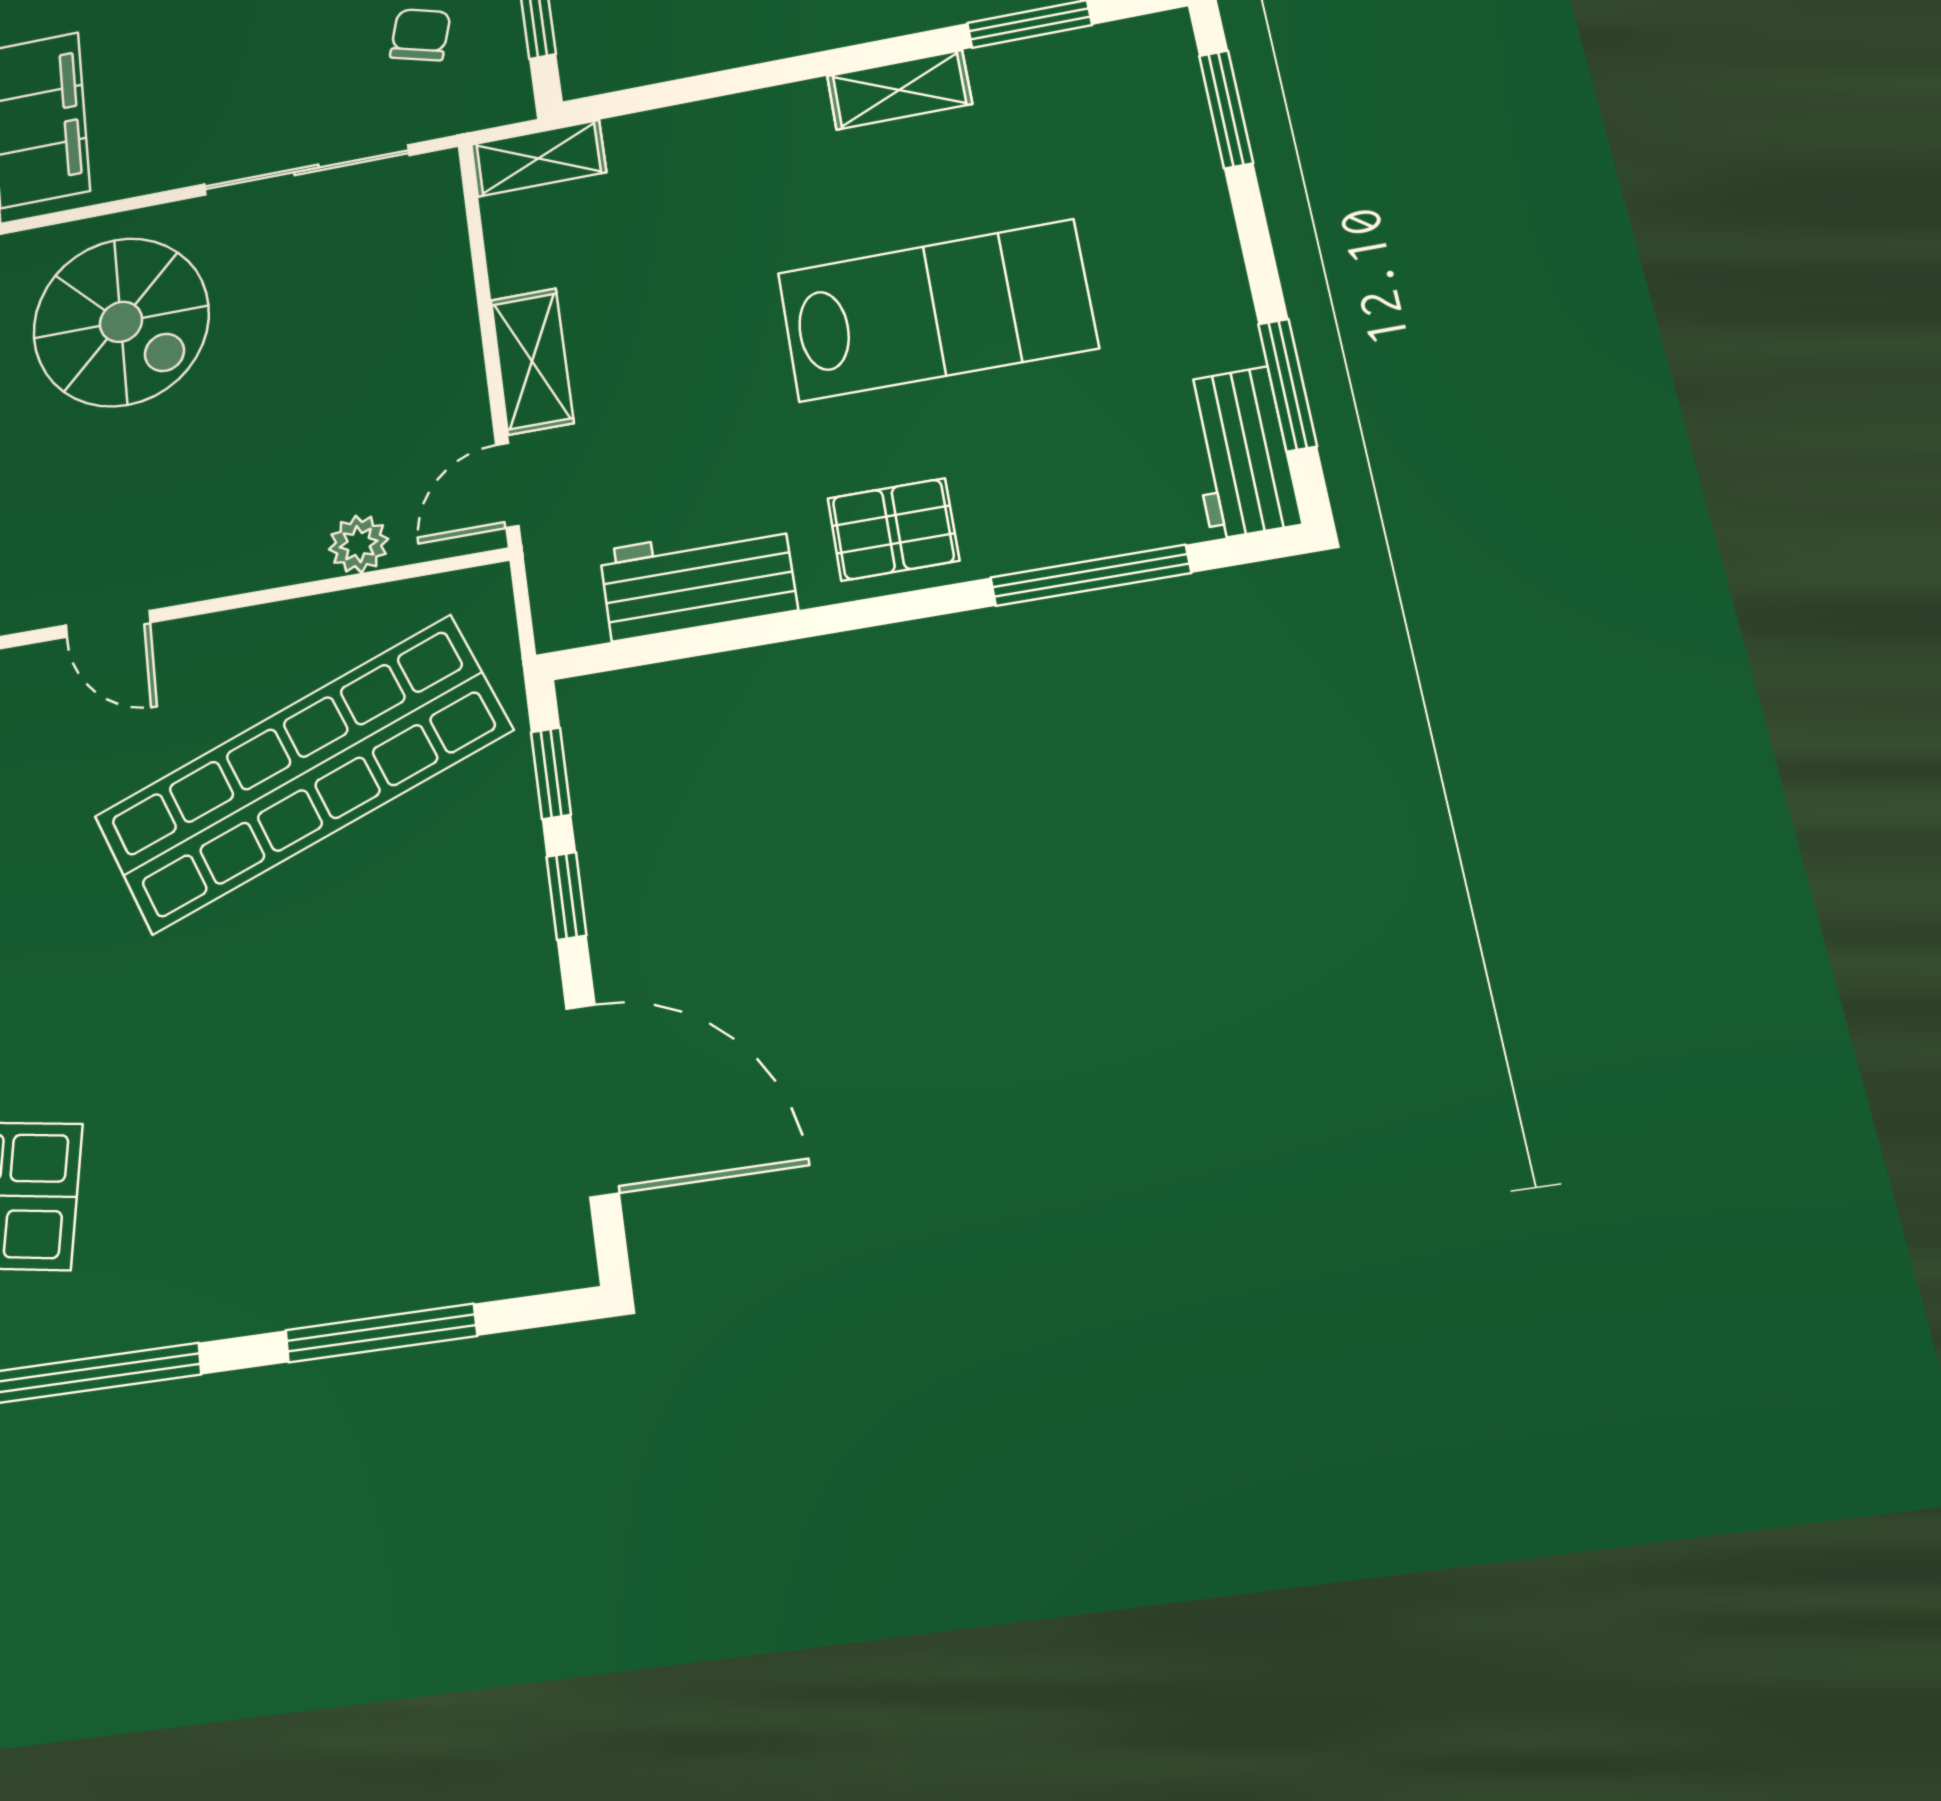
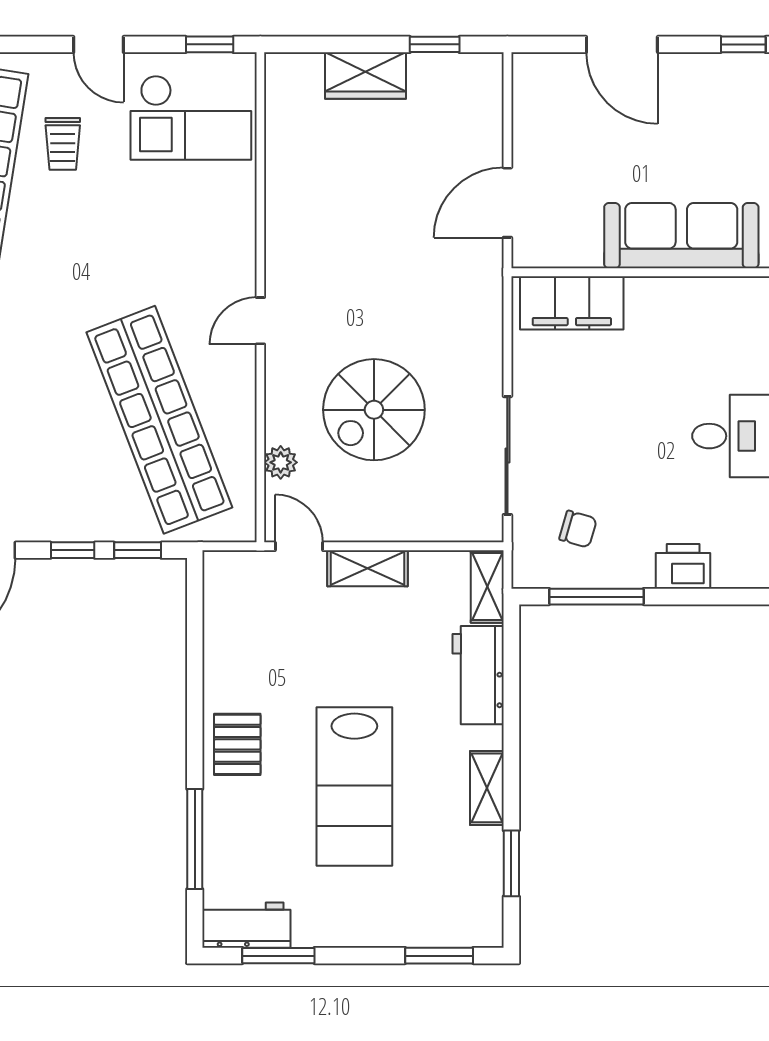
spiral stairs: (121, 322) -> (374, 410), moved
workbench: (698, 580) -> (478, 675), moved, turned 180

